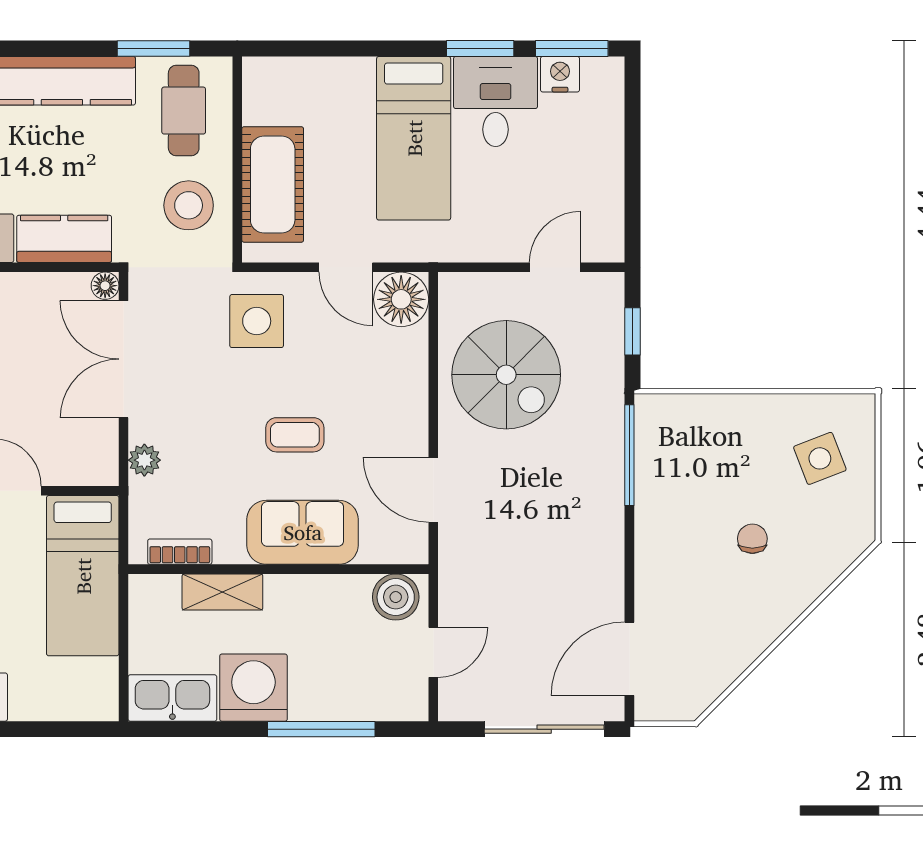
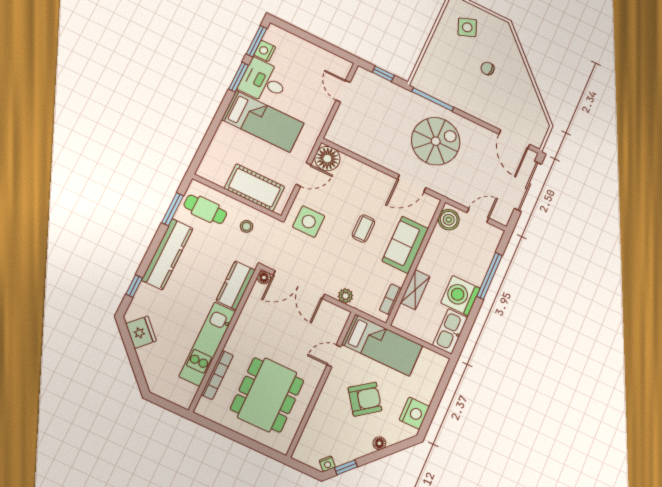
stool: (189, 205) -> (247, 226), width x0.53, depth x0.53
spiral stairs: (506, 375) -> (436, 141), moved
door: (433, 652) -> (478, 215), hinge flipped

